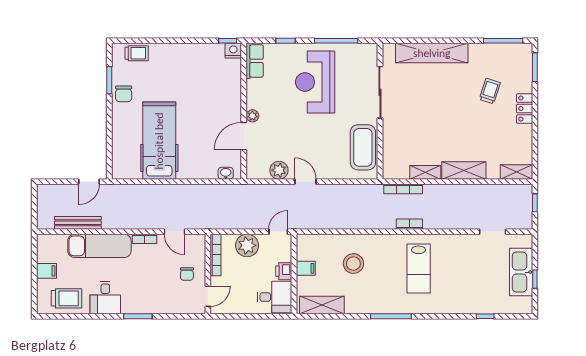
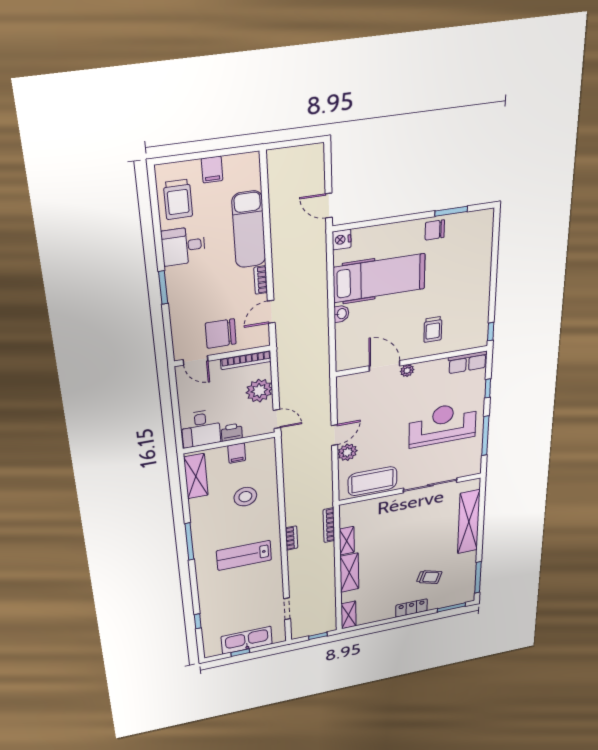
nightstand: (233, 51) -> (342, 240), moved, turned 180
trolley: (137, 53) -> (433, 329), moved
plant: (279, 170) -> (347, 452), moved
washbasin: (226, 173) -> (341, 314), moved
bench: (78, 223) -> (277, 200), removed
chair: (187, 274) -> (221, 334), width x1.87, depth x1.87

